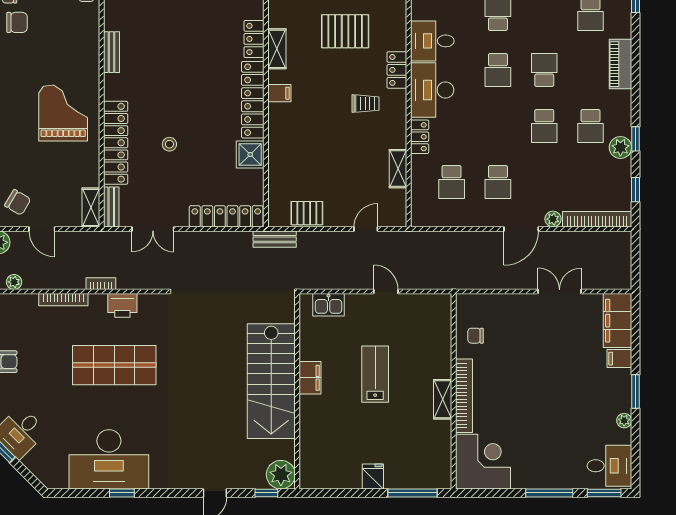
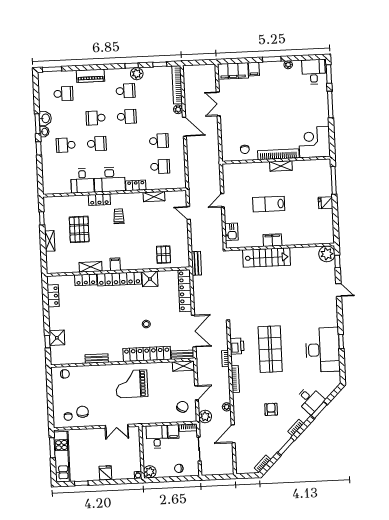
pallet: (307, 213) -> (164, 255), moved
double door: (153, 229) -> (194, 331), width x1.37
stairs: (271, 381) -> (267, 257), width x0.73, depth x0.66

